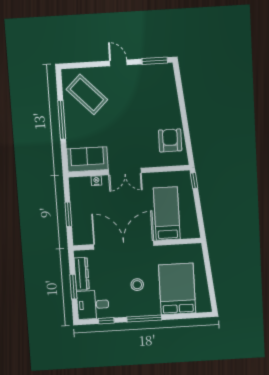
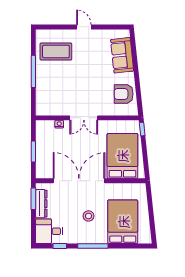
window: (155, 61) -> (114, 27), removed
coffee table: (87, 94) -> (56, 51), turned -46
armchair: (170, 140) -> (124, 94), turned -90
sofa: (87, 159) -> (122, 55), moved, turned -96
bed: (167, 214) -> (122, 156), width x1.50
window: (73, 287) -> (33, 199), moved

